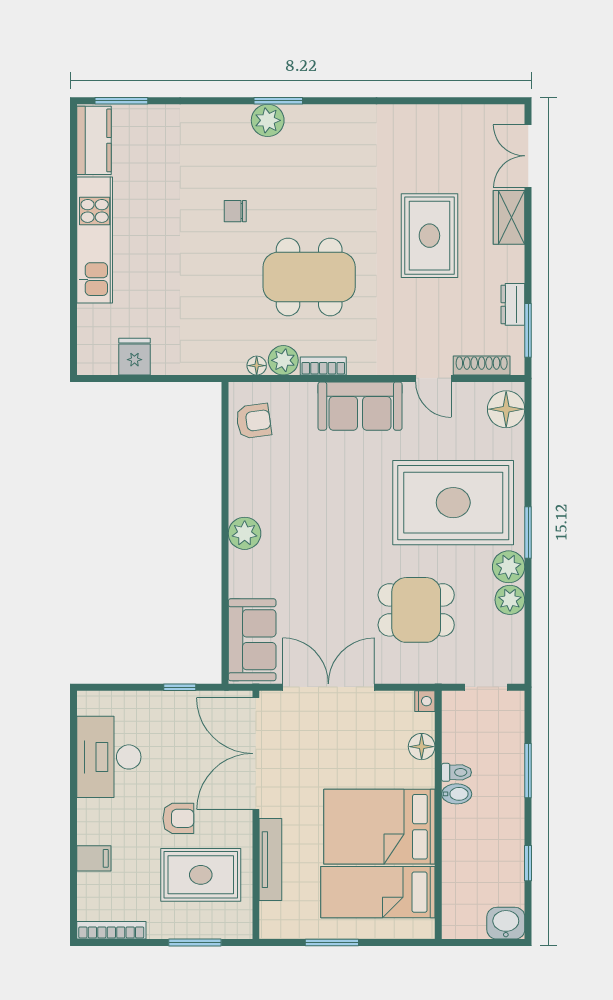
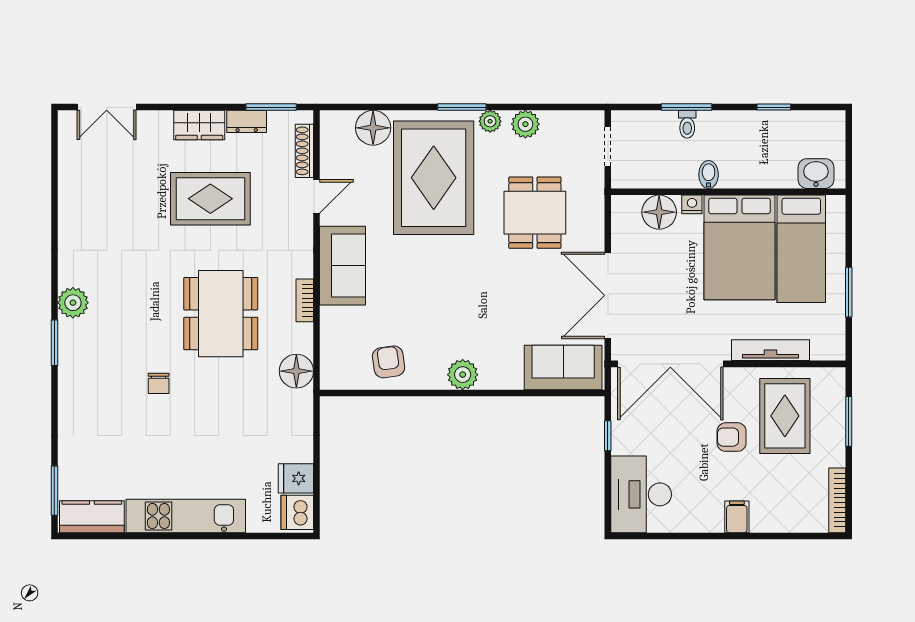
plant: (268, 120) -> (73, 303), moved
wardrobe: (509, 217) -> (199, 125), moved
rug: (429, 236) -> (210, 199), moved
dishwasher: (98, 358) -> (297, 512), added
plant: (283, 360) -> (299, 338), removed
floor lamp: (257, 366) -> (296, 371), width x1.89, depth x1.89
floor lamp: (506, 409) -> (373, 128), moved
armchair: (254, 421) -> (389, 362), moved
plant: (509, 567) -> (490, 121), width x0.73, depth x0.73
nightstand: (425, 701) -> (692, 204), moved
floor lamp: (422, 747) -> (659, 212), width x1.38, depth x1.38
desk: (109, 757) -> (641, 494), moved, turned 90
toilet: (457, 772) -> (687, 124), moved, turned 180
armchair: (178, 818) -> (732, 437), turned -90
filing cabinet: (94, 858) -> (737, 517), moved
washbasin: (506, 923) -> (816, 174), moved, turned 90

